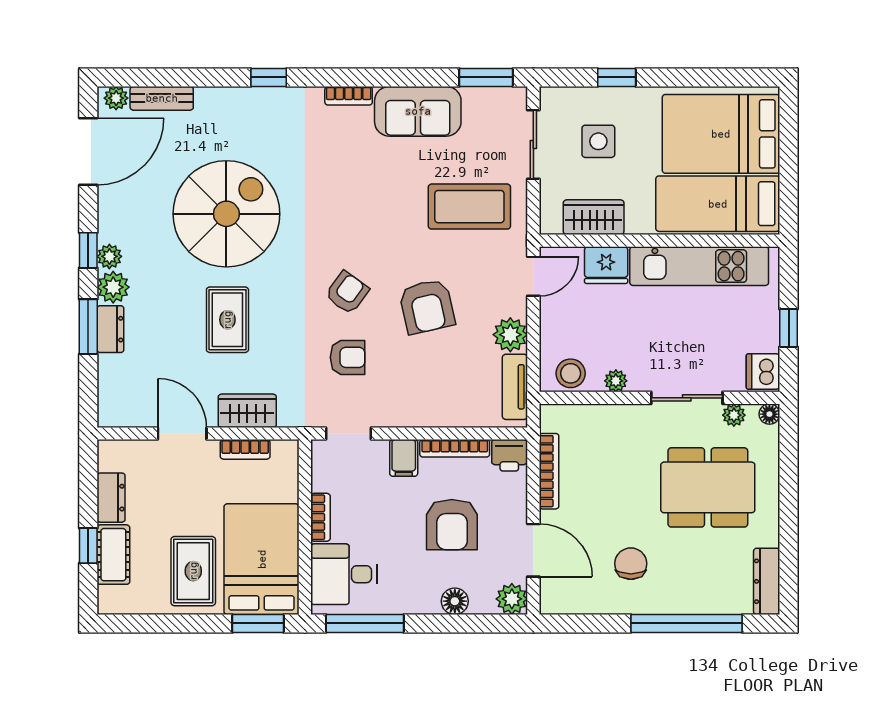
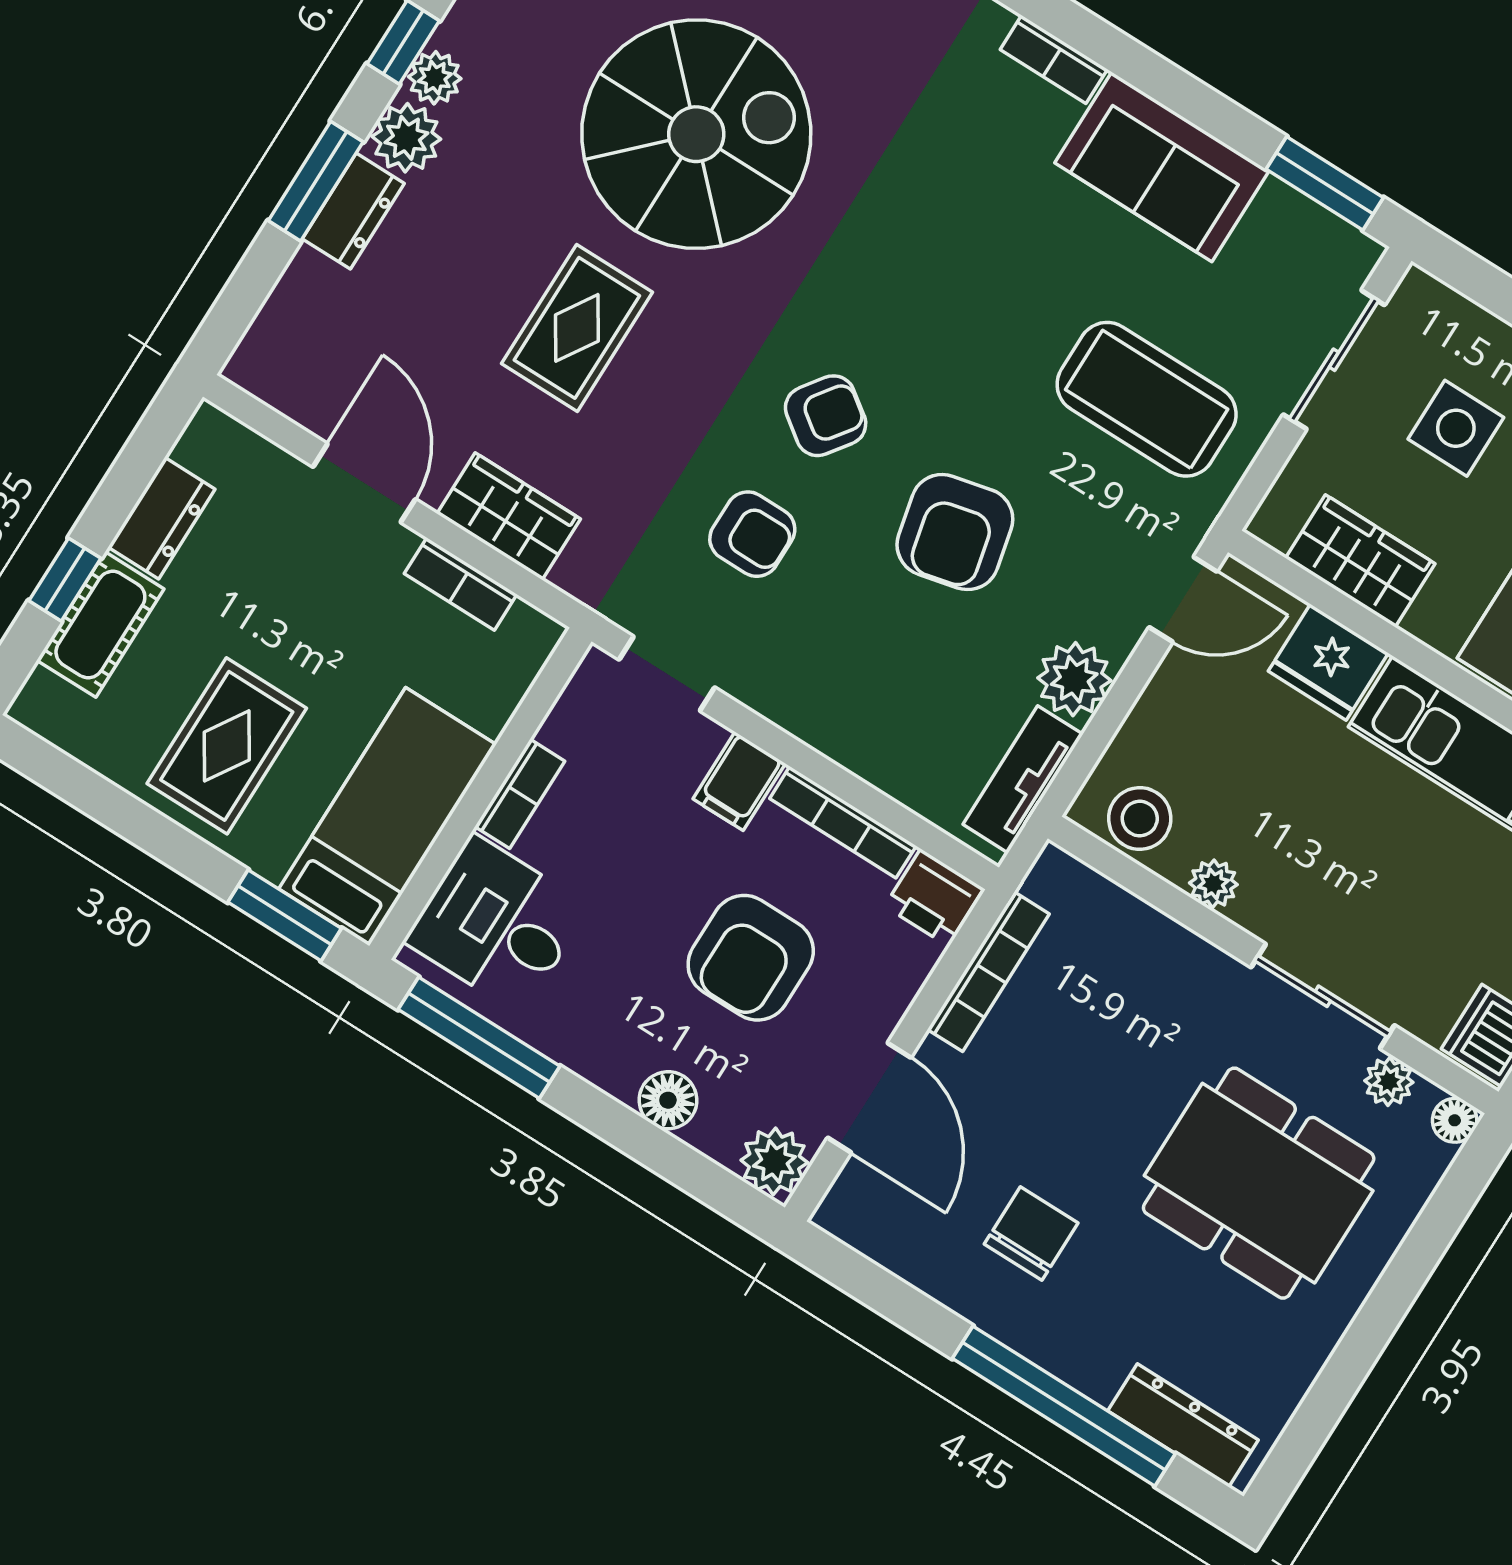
bed: (262, 559) -> (387, 817), width x0.67
dresser: (767, 581) -> (1183, 1425), moved, turned 90

